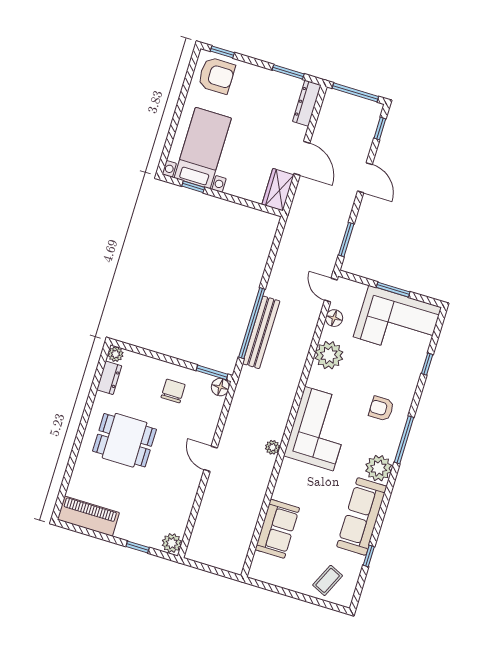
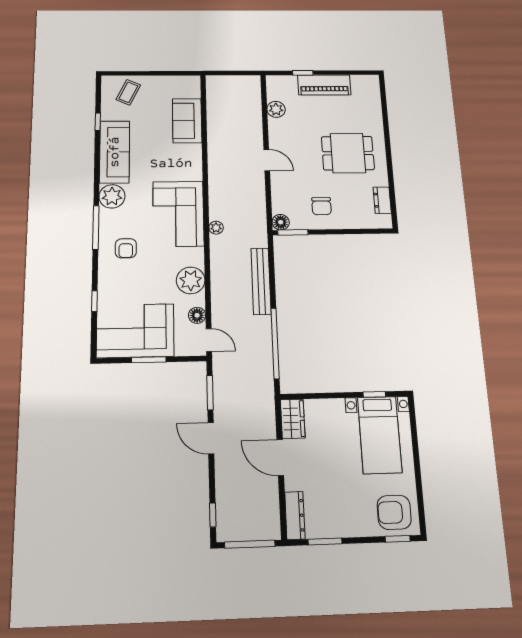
door: (365, 178) -> (211, 438), moved
window: (252, 323) -> (275, 343), moved
plant: (116, 354) -> (385, 222), removed
armchair: (381, 408) -> (126, 248), turned 90
plant: (273, 447) -> (216, 228), moved
piano: (88, 516) -> (324, 85), moved
plant: (172, 543) -> (276, 109), moved

